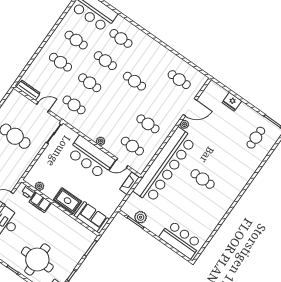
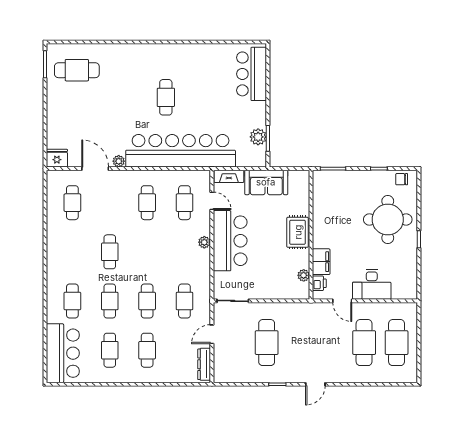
fridge: (232, 102) -> (57, 158), moved, turned -90
door: (43, 107) -> (212, 334), hinge flipped
cafe table: (256, 138) -> (77, 70), width x1.37, depth x1.35
sofa: (92, 218) -> (266, 182), moved, turned -90

